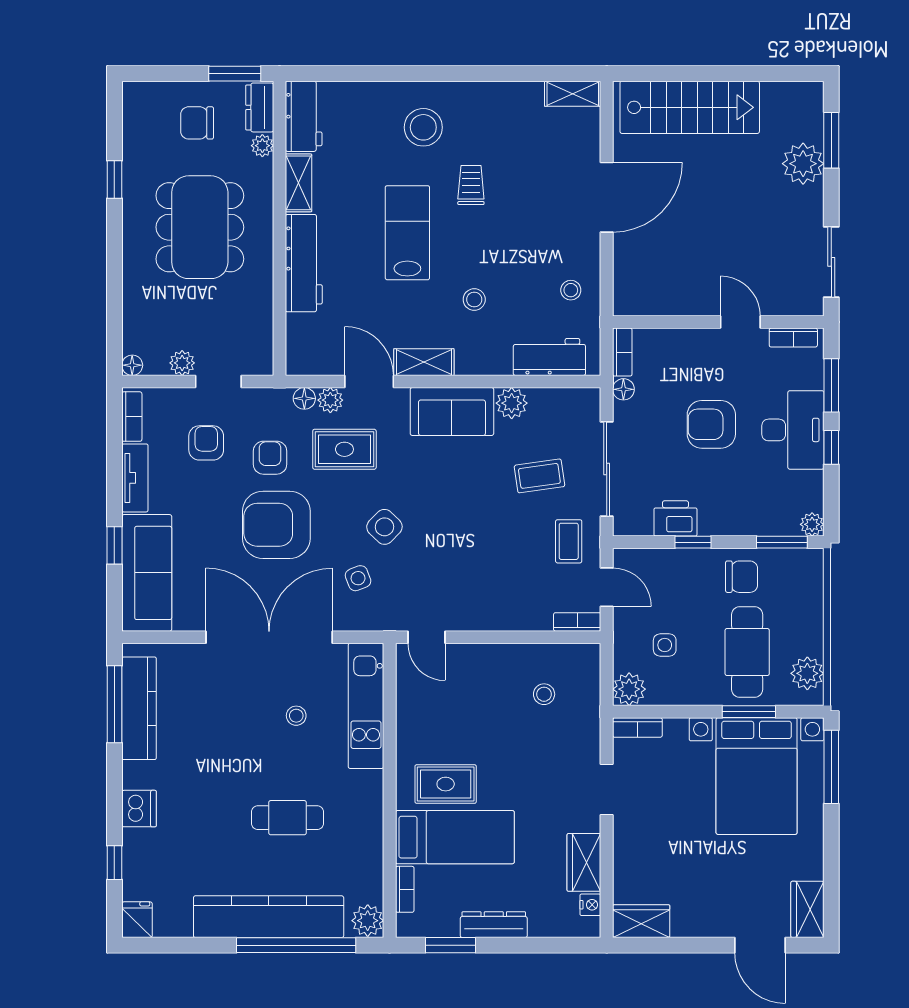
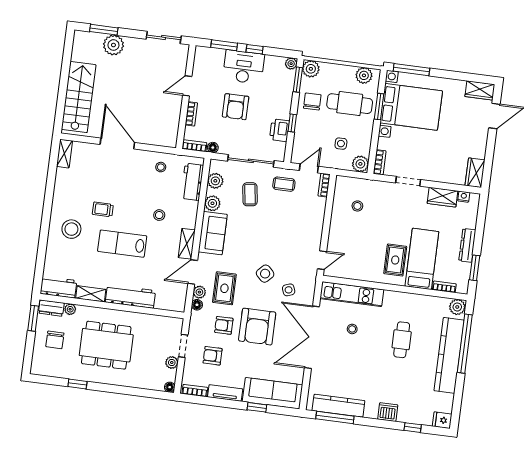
bookcase: (793, 338) -> (191, 114), moved
plant: (557, 403) -> (215, 181), added
plant: (807, 565) -> (311, 69), added

